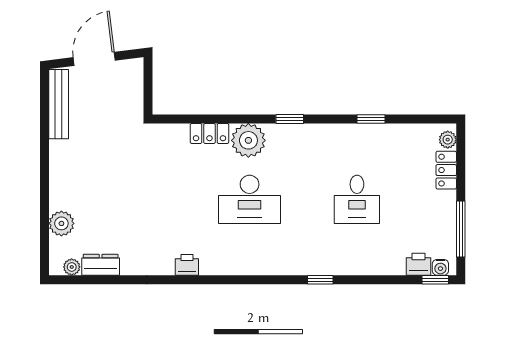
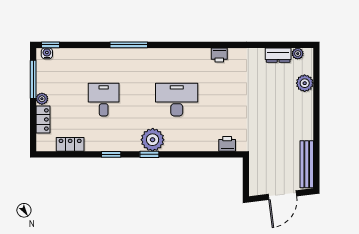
window: (371, 119) -> (111, 154), moved
locker: (209, 133) -> (70, 144), moved
plant: (248, 140) -> (153, 140), moved
plant: (448, 140) -> (42, 99), moved
printer: (418, 264) -> (227, 144), moved, turned 180
window: (320, 280) -> (129, 45), width x2.17

